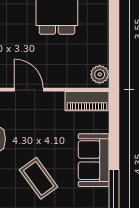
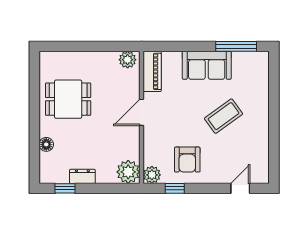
door: (29, 90) -> (142, 112), moved

